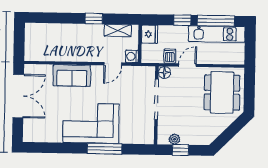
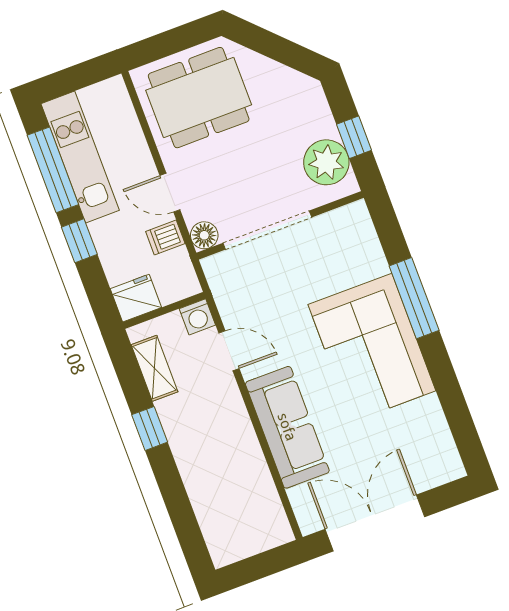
sofa: (72, 76) -> (287, 427), width x1.36
plant: (175, 139) -> (326, 162), width x1.87, depth x1.87

